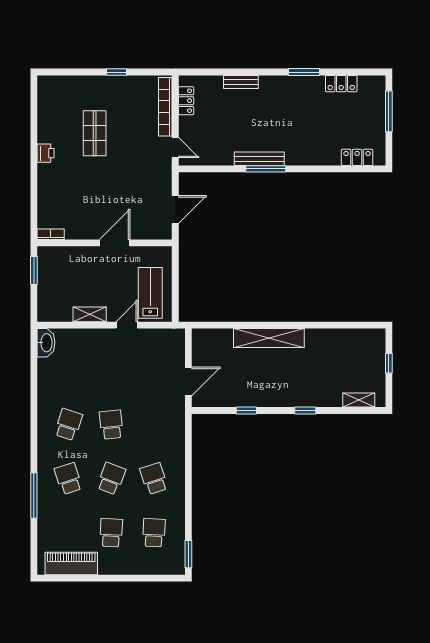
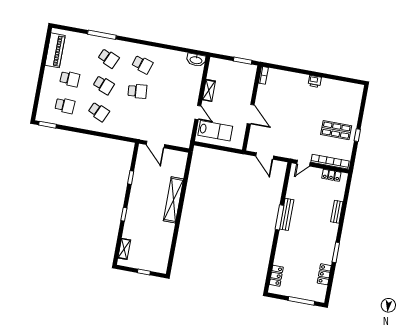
shop shelf: (95, 133) -> (336, 130), moved
school desk: (68, 479) -> (108, 58), turned 42
school desk: (154, 479) -> (99, 112), turned 42

